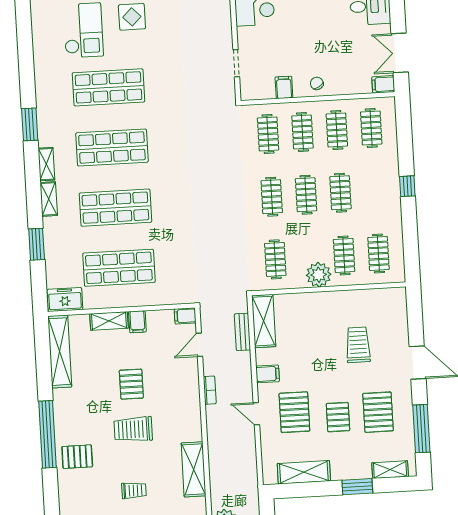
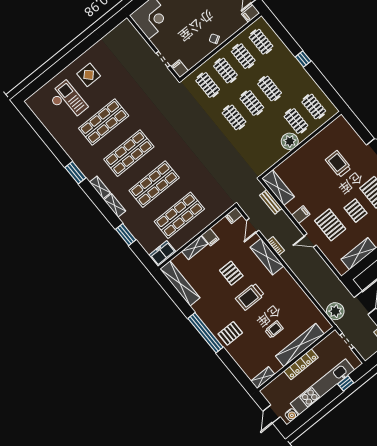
filing cabinet: (284, 87) -> (180, 69), moved
clothes rail: (275, 259) -> (260, 150), removed
shelving: (194, 469) -> (267, 257), moved

